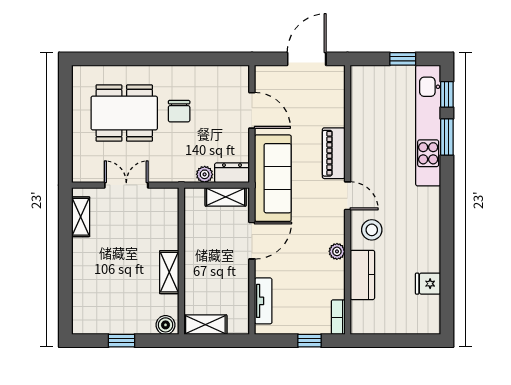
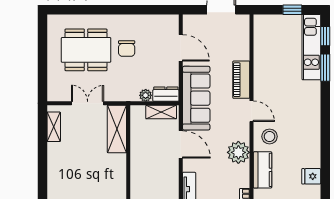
kitchen unit: (428, 125) -> (311, 47), width x0.73
door: (252, 241) -> (181, 144), hinge flipped
plant: (337, 251) -> (238, 152), width x1.88, depth x1.88
shelving: (169, 272) -> (117, 129), moved, width x1.50, depth x1.33

